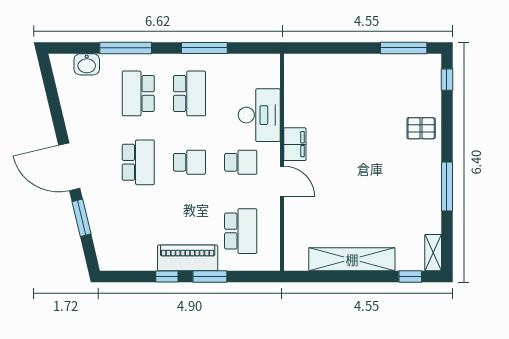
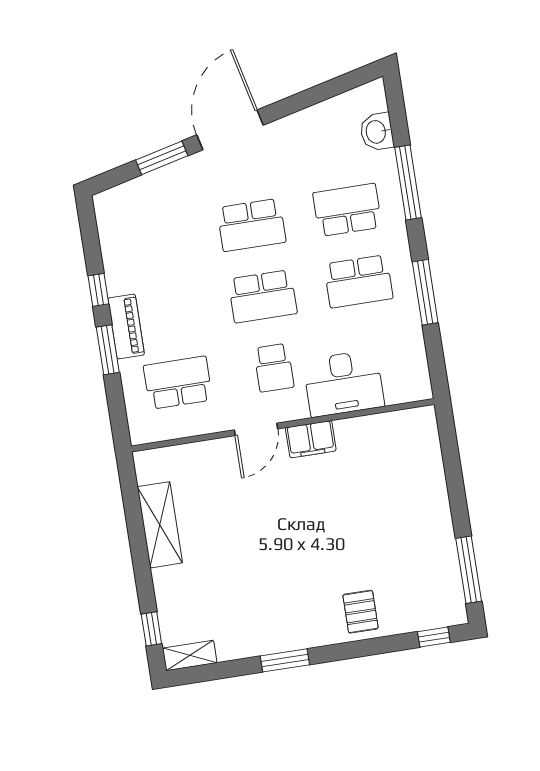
school desk: (189, 162) -> (263, 296), width x1.85
window: (447, 187) -> (285, 660), width x0.69
school desk: (241, 231) -> (178, 383), turned 180
piano: (188, 258) -> (126, 326), width x0.73, depth x0.75
shelving: (352, 259) -> (160, 525), width x0.68

